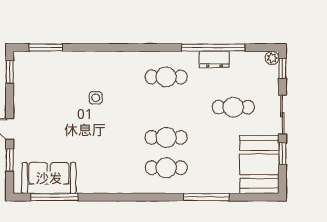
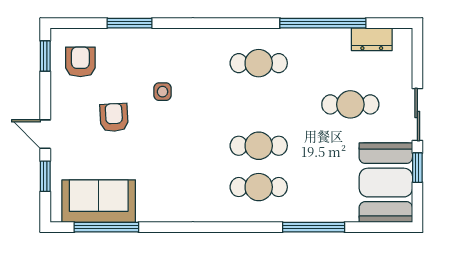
window: (46, 48) -> (130, 23), moved
plant: (272, 58) -> (403, 37), removed
dresser: (214, 59) -> (372, 39), moved
window: (282, 68) -> (417, 52), removed
armchair: (35, 76) -> (80, 62), added
armchair: (60, 117) -> (114, 117), added

